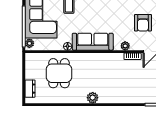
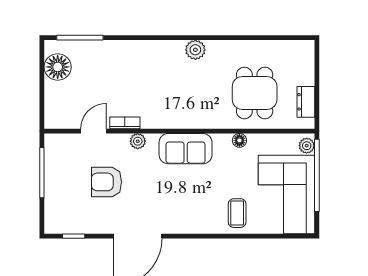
armchair: (143, 23) -> (106, 182), turned -90
sofa: (93, 42) -> (186, 149), width x0.73
dresser: (30, 89) -> (306, 102), moved

